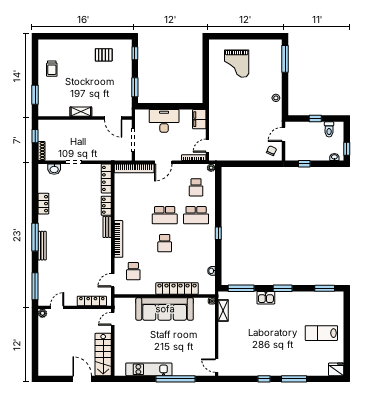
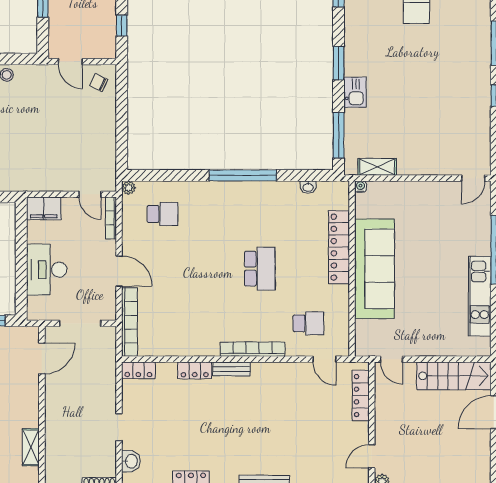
shelving: (81, 112) -> (31, 447), moved
locker: (106, 178) -> (138, 370), width x0.66
school desk: (165, 215) -> (211, 269), removed
school desk: (196, 215) -> (211, 214), removed
window: (218, 233) -> (243, 175), width x3.17
school desk: (165, 243) -> (260, 269), width x1.85
door: (57, 307) -> (372, 456), hinge flipped

